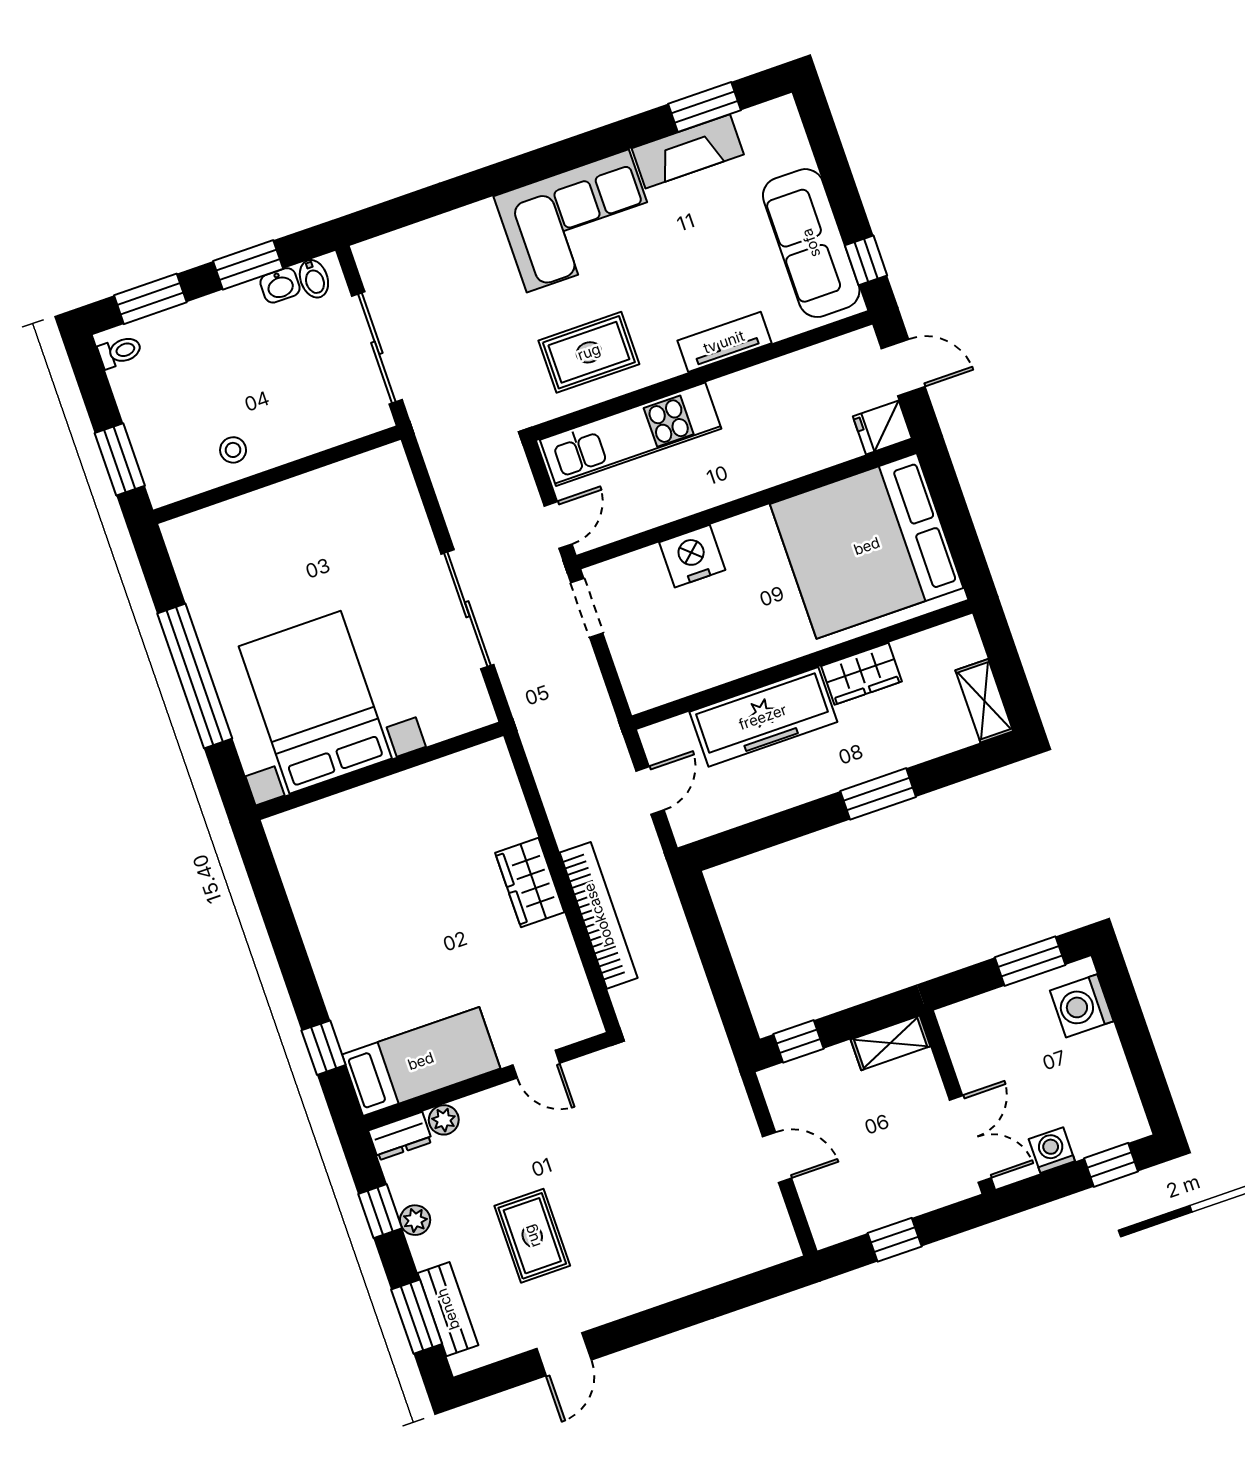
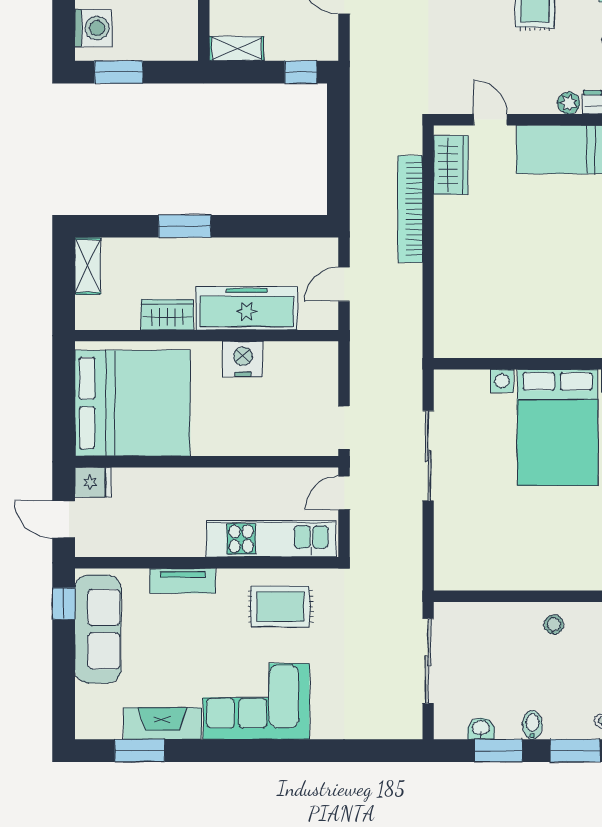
bidet: (314, 279) -> (532, 725), moved
nightstand: (692, 556) -> (243, 359), moved, turned 180
wardrobe: (530, 883) -> (451, 165), moved

